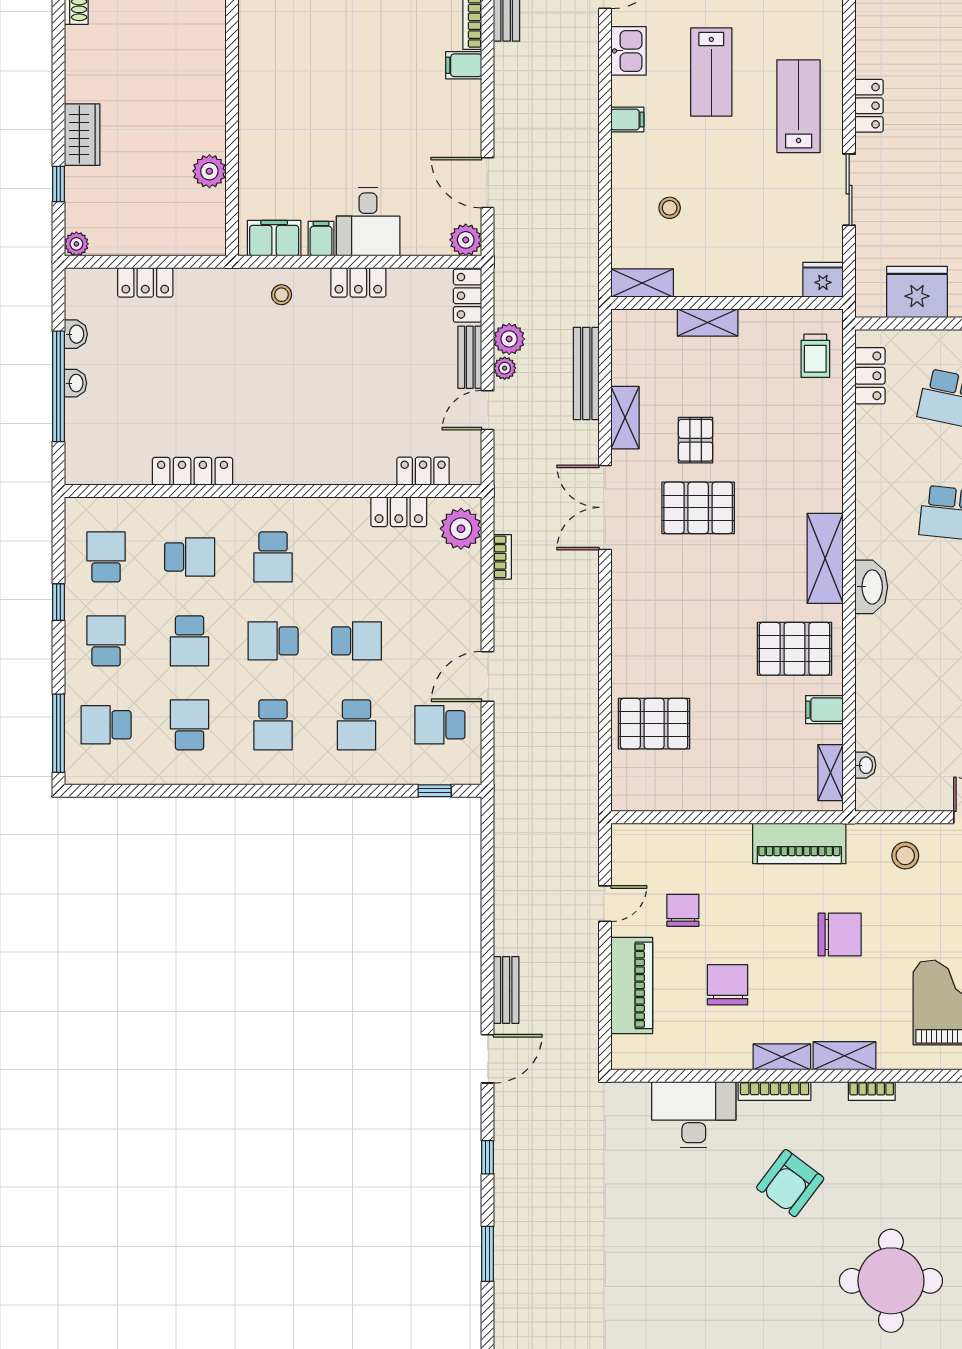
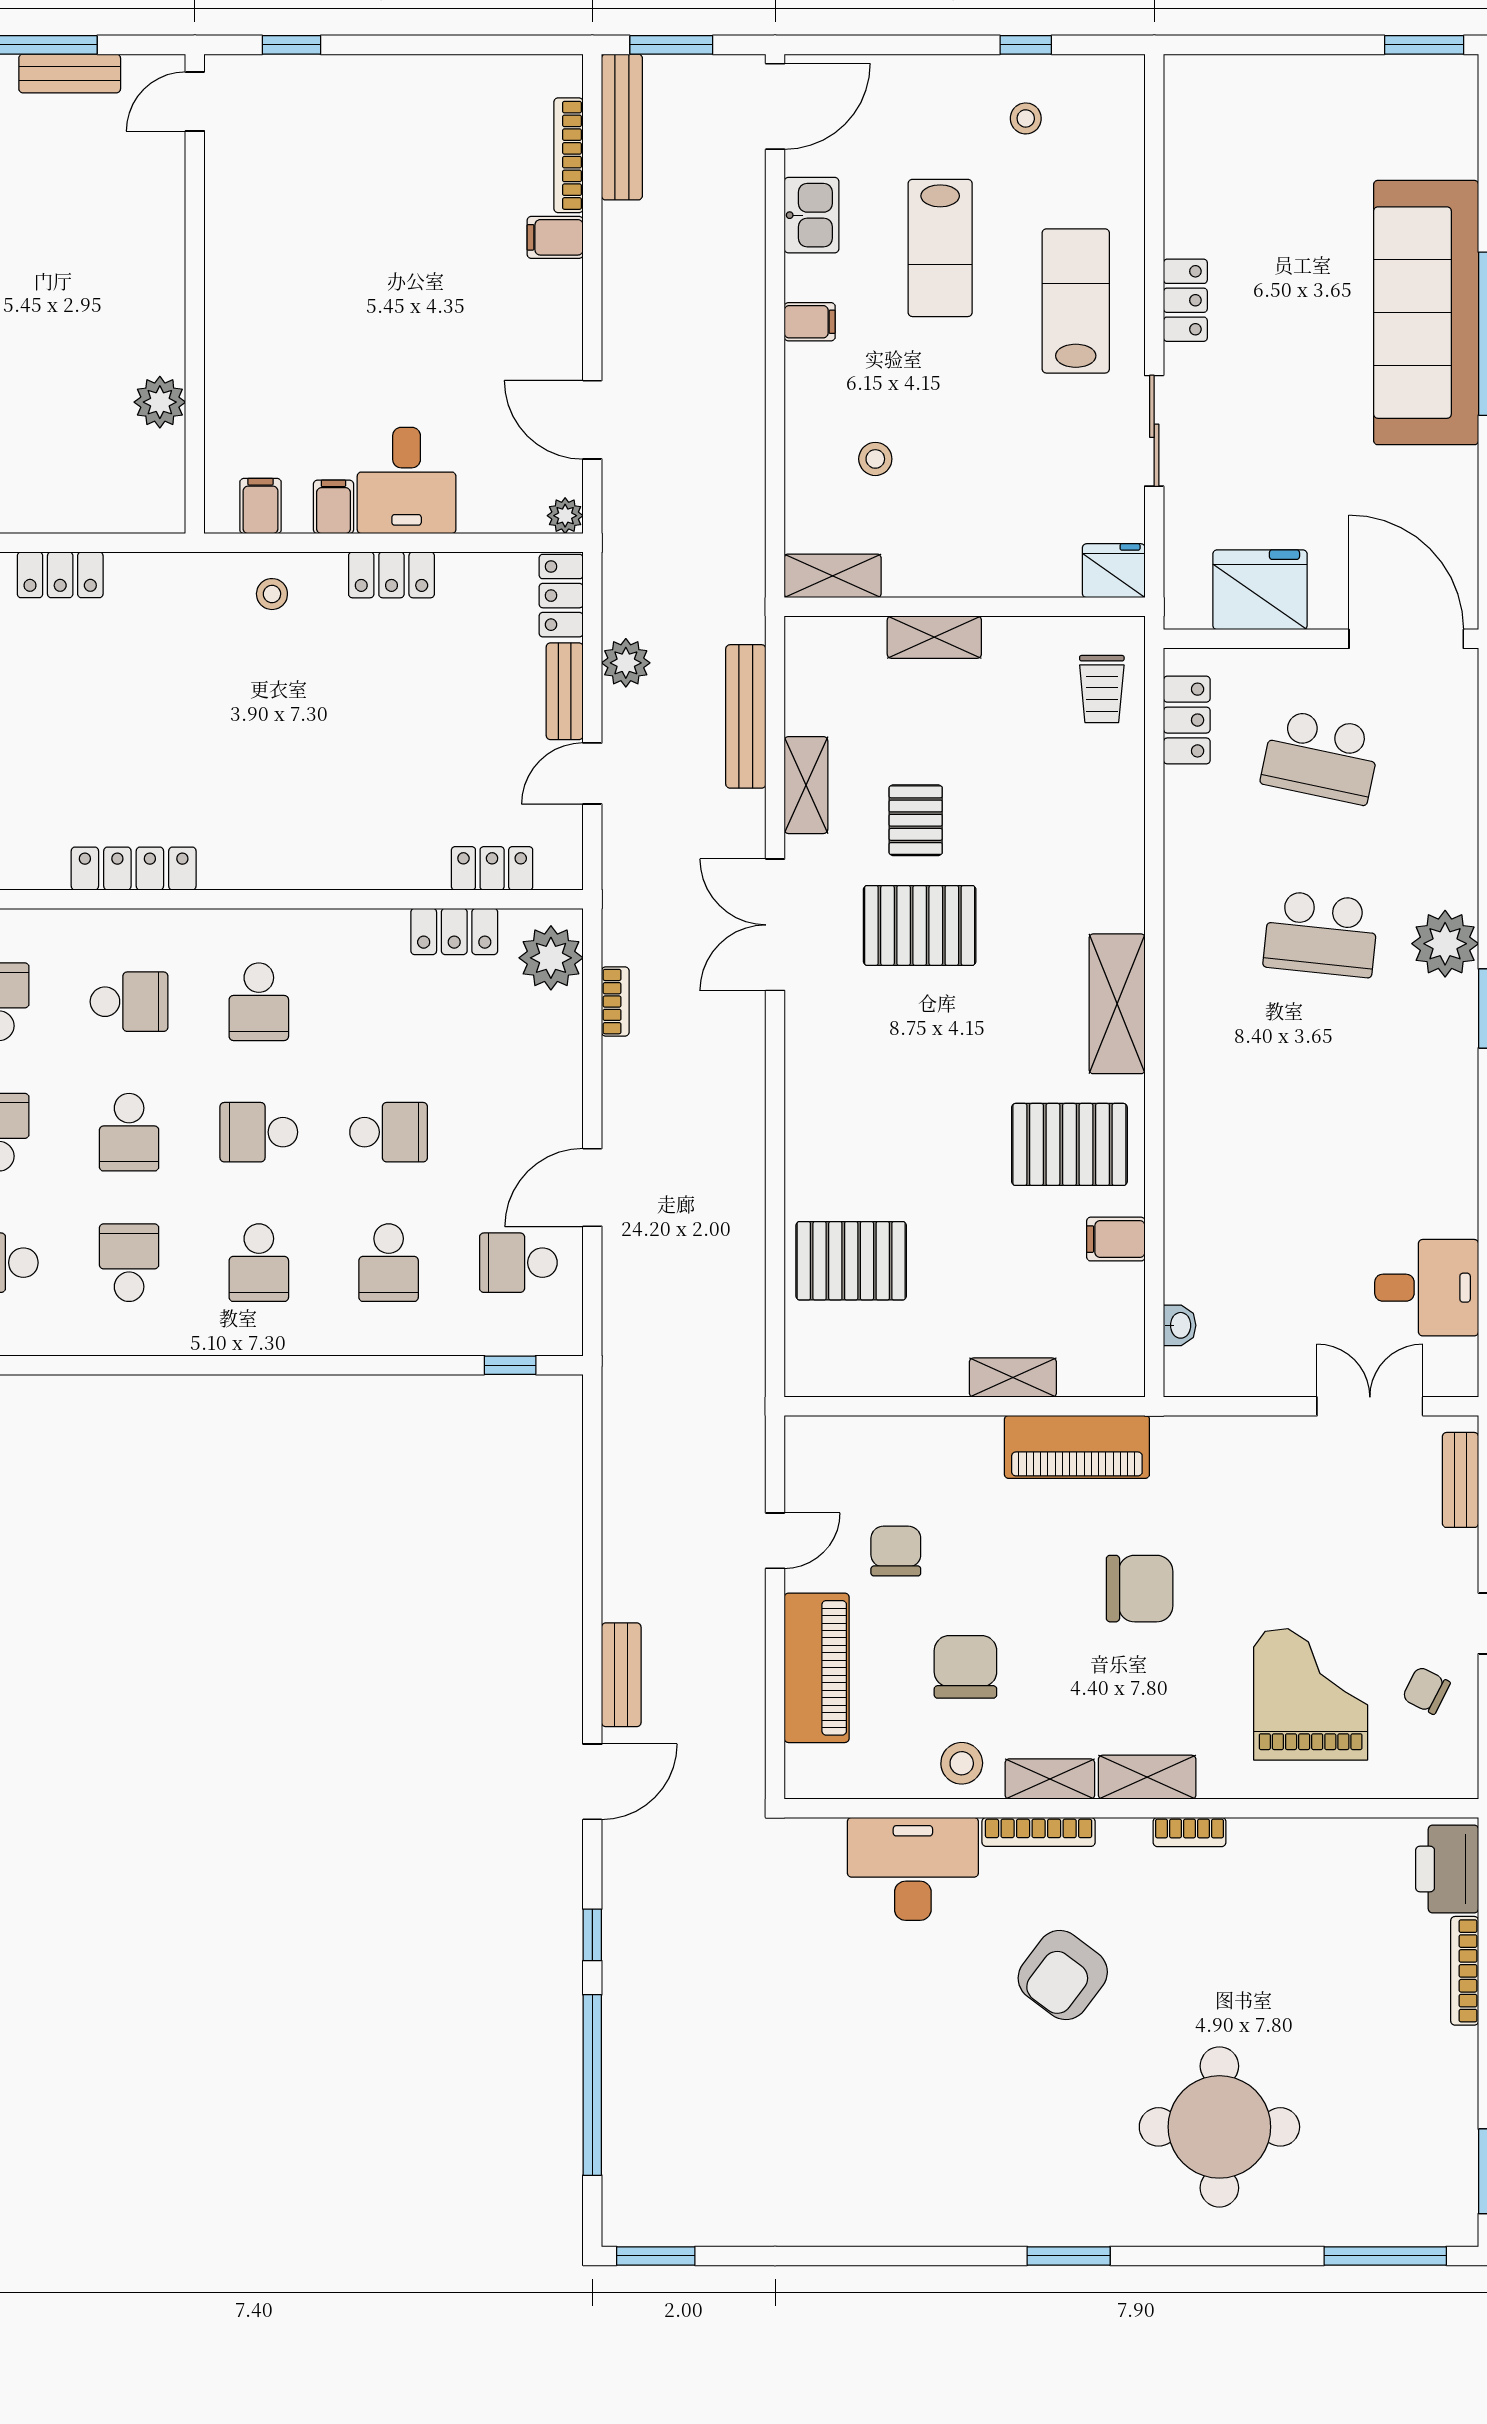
filing cabinet: (274, 238) -> (260, 506), width x0.50
plant: (466, 240) -> (565, 516), width x0.73, depth x0.73
plant: (505, 368) -> (619, 708), removed
washbasin: (871, 587) -> (1189, 1048), removed
shelving: (831, 773) -> (1013, 1378), moved, turned 90
stool: (905, 856) -> (962, 1763), moved
window: (488, 1254) -> (592, 2085), width x2.11

